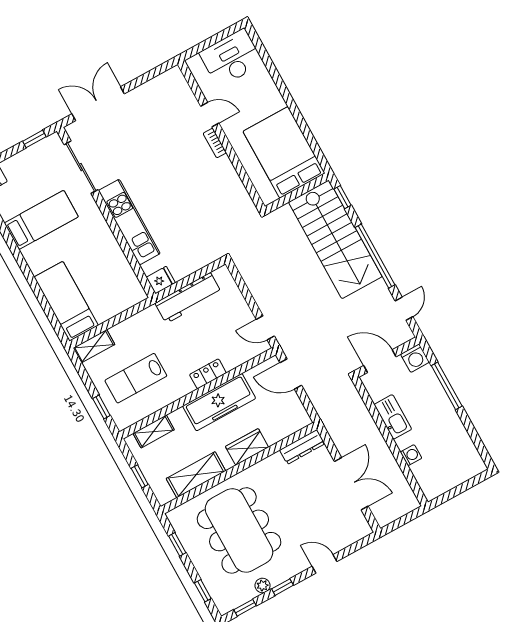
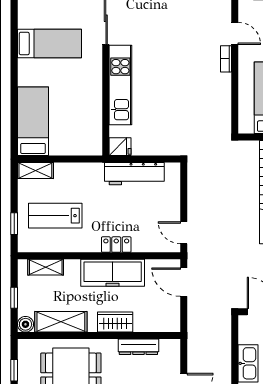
dresser: (302, 447) -> (138, 347), moved
boiler: (164, 495) -> (25, 324), added

